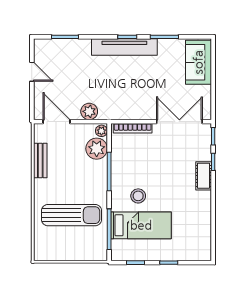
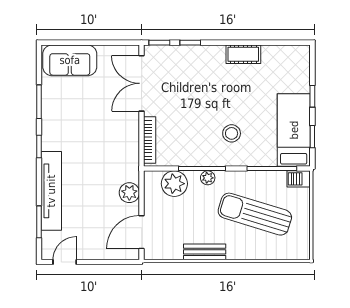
tv unit: (124, 47) -> (51, 191), moved
door: (32, 72) -> (65, 262), moved
plant: (101, 131) -> (208, 178), moved
bench: (40, 160) -> (205, 252), moved
cot: (204, 176) -> (243, 54), moved
sun lounger: (71, 215) -> (255, 214), turned -73
bed: (141, 225) -> (294, 130), moved
barbecue: (101, 251) -> (299, 179), added

